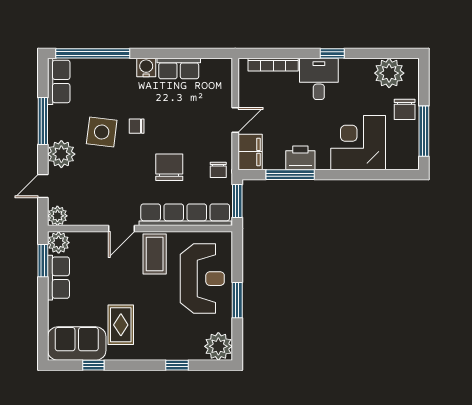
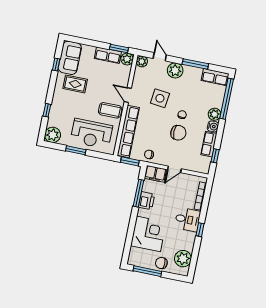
window: (197, 53) -> (215, 156), added
plant: (124, 69) -> (214, 114), added
door: (235, 120) -> (174, 169), hinge flipped
side table: (102, 132) -> (160, 98), moved
chair: (169, 167) -> (178, 133), moved

